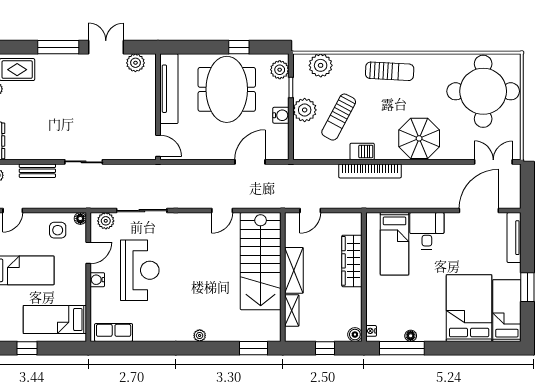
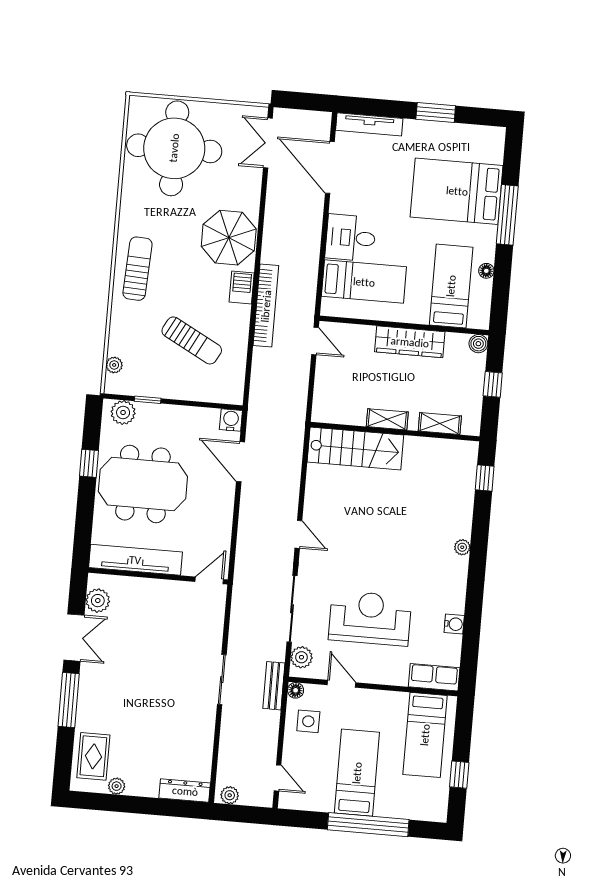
double door: (106, 47) -> (74, 638), swing flipped
plant: (321, 65) -> (114, 365), width x0.53, depth x0.53
plant: (305, 110) -> (179, 384), removed
water cooler: (281, 115) -> (231, 420), moved
barbecue: (362, 151) -> (242, 287), moved
bench: (37, 171) -> (274, 686), moved
door: (222, 211) -> (298, 534), moved
door: (310, 211) -> (315, 341), moved
stairs: (261, 261) -> (355, 449), width x0.73, depth x0.66
wardrobe: (352, 261) -> (410, 342), moved
shelving: (294, 270) -> (387, 419), width x0.67, depth x0.75
water cooler: (97, 280) -> (454, 624), moved, turned -90
bed: (507, 311) -> (451, 286), moved, turned 90
nightstand: (371, 331) -> (475, 322), removed
row of seats: (114, 333) -> (434, 677), moved, turned 90
window: (254, 348) -> (485, 478), width x0.67
window: (402, 348) -> (507, 215), moved

